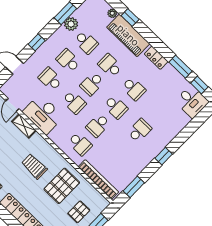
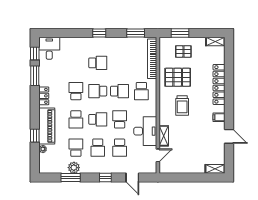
school desk: (116, 107) -> (98, 91), turned -90
school desk: (140, 130) -> (98, 63), turned 180
school desk: (80, 144) -> (141, 91), turned 180

